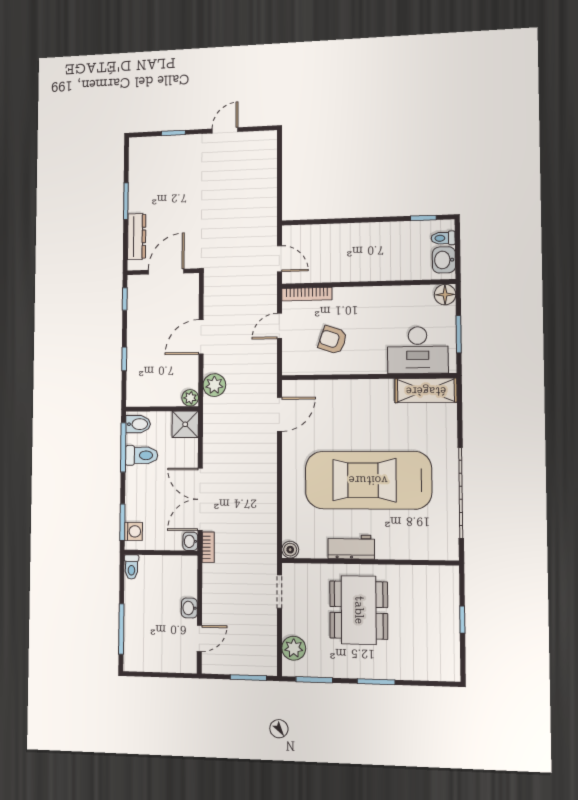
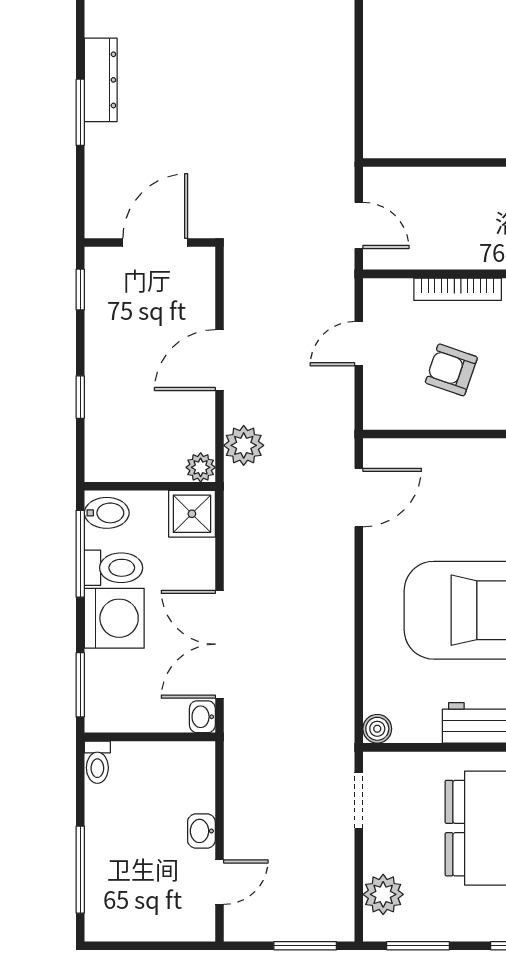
dresser: (137, 237) -> (101, 80), moved
bookcase: (307, 294) -> (458, 289), moved
washing machine: (133, 531) -> (114, 618), moved, width x1.89, depth x1.89
bookcase: (208, 547) -> (234, 726), removed

